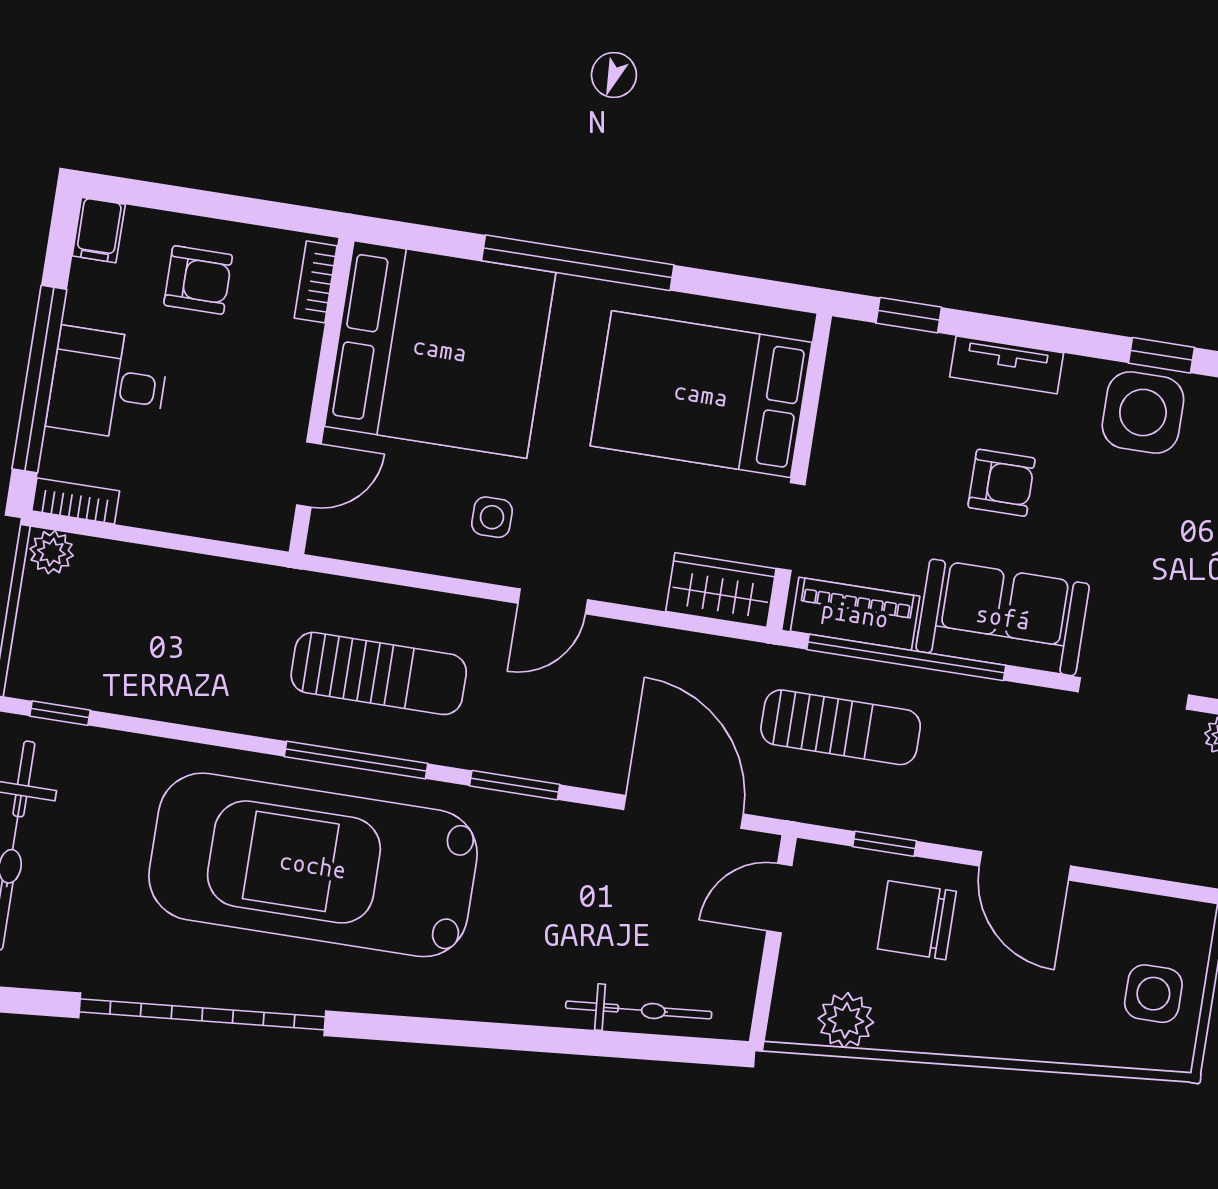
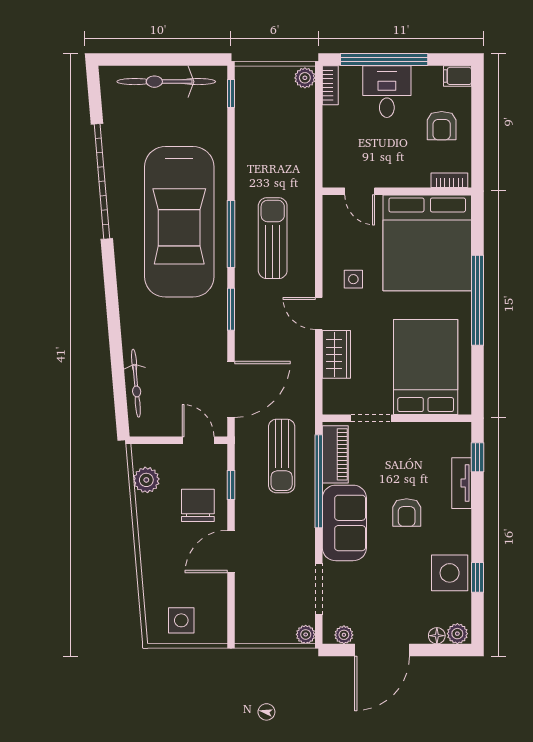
tv unit: (1007, 365) -> (462, 483), moved
wardrobe: (721, 590) -> (336, 354), moved
sun lounger: (379, 673) -> (273, 238), turned 180
car: (313, 865) -> (179, 222), turned 180

